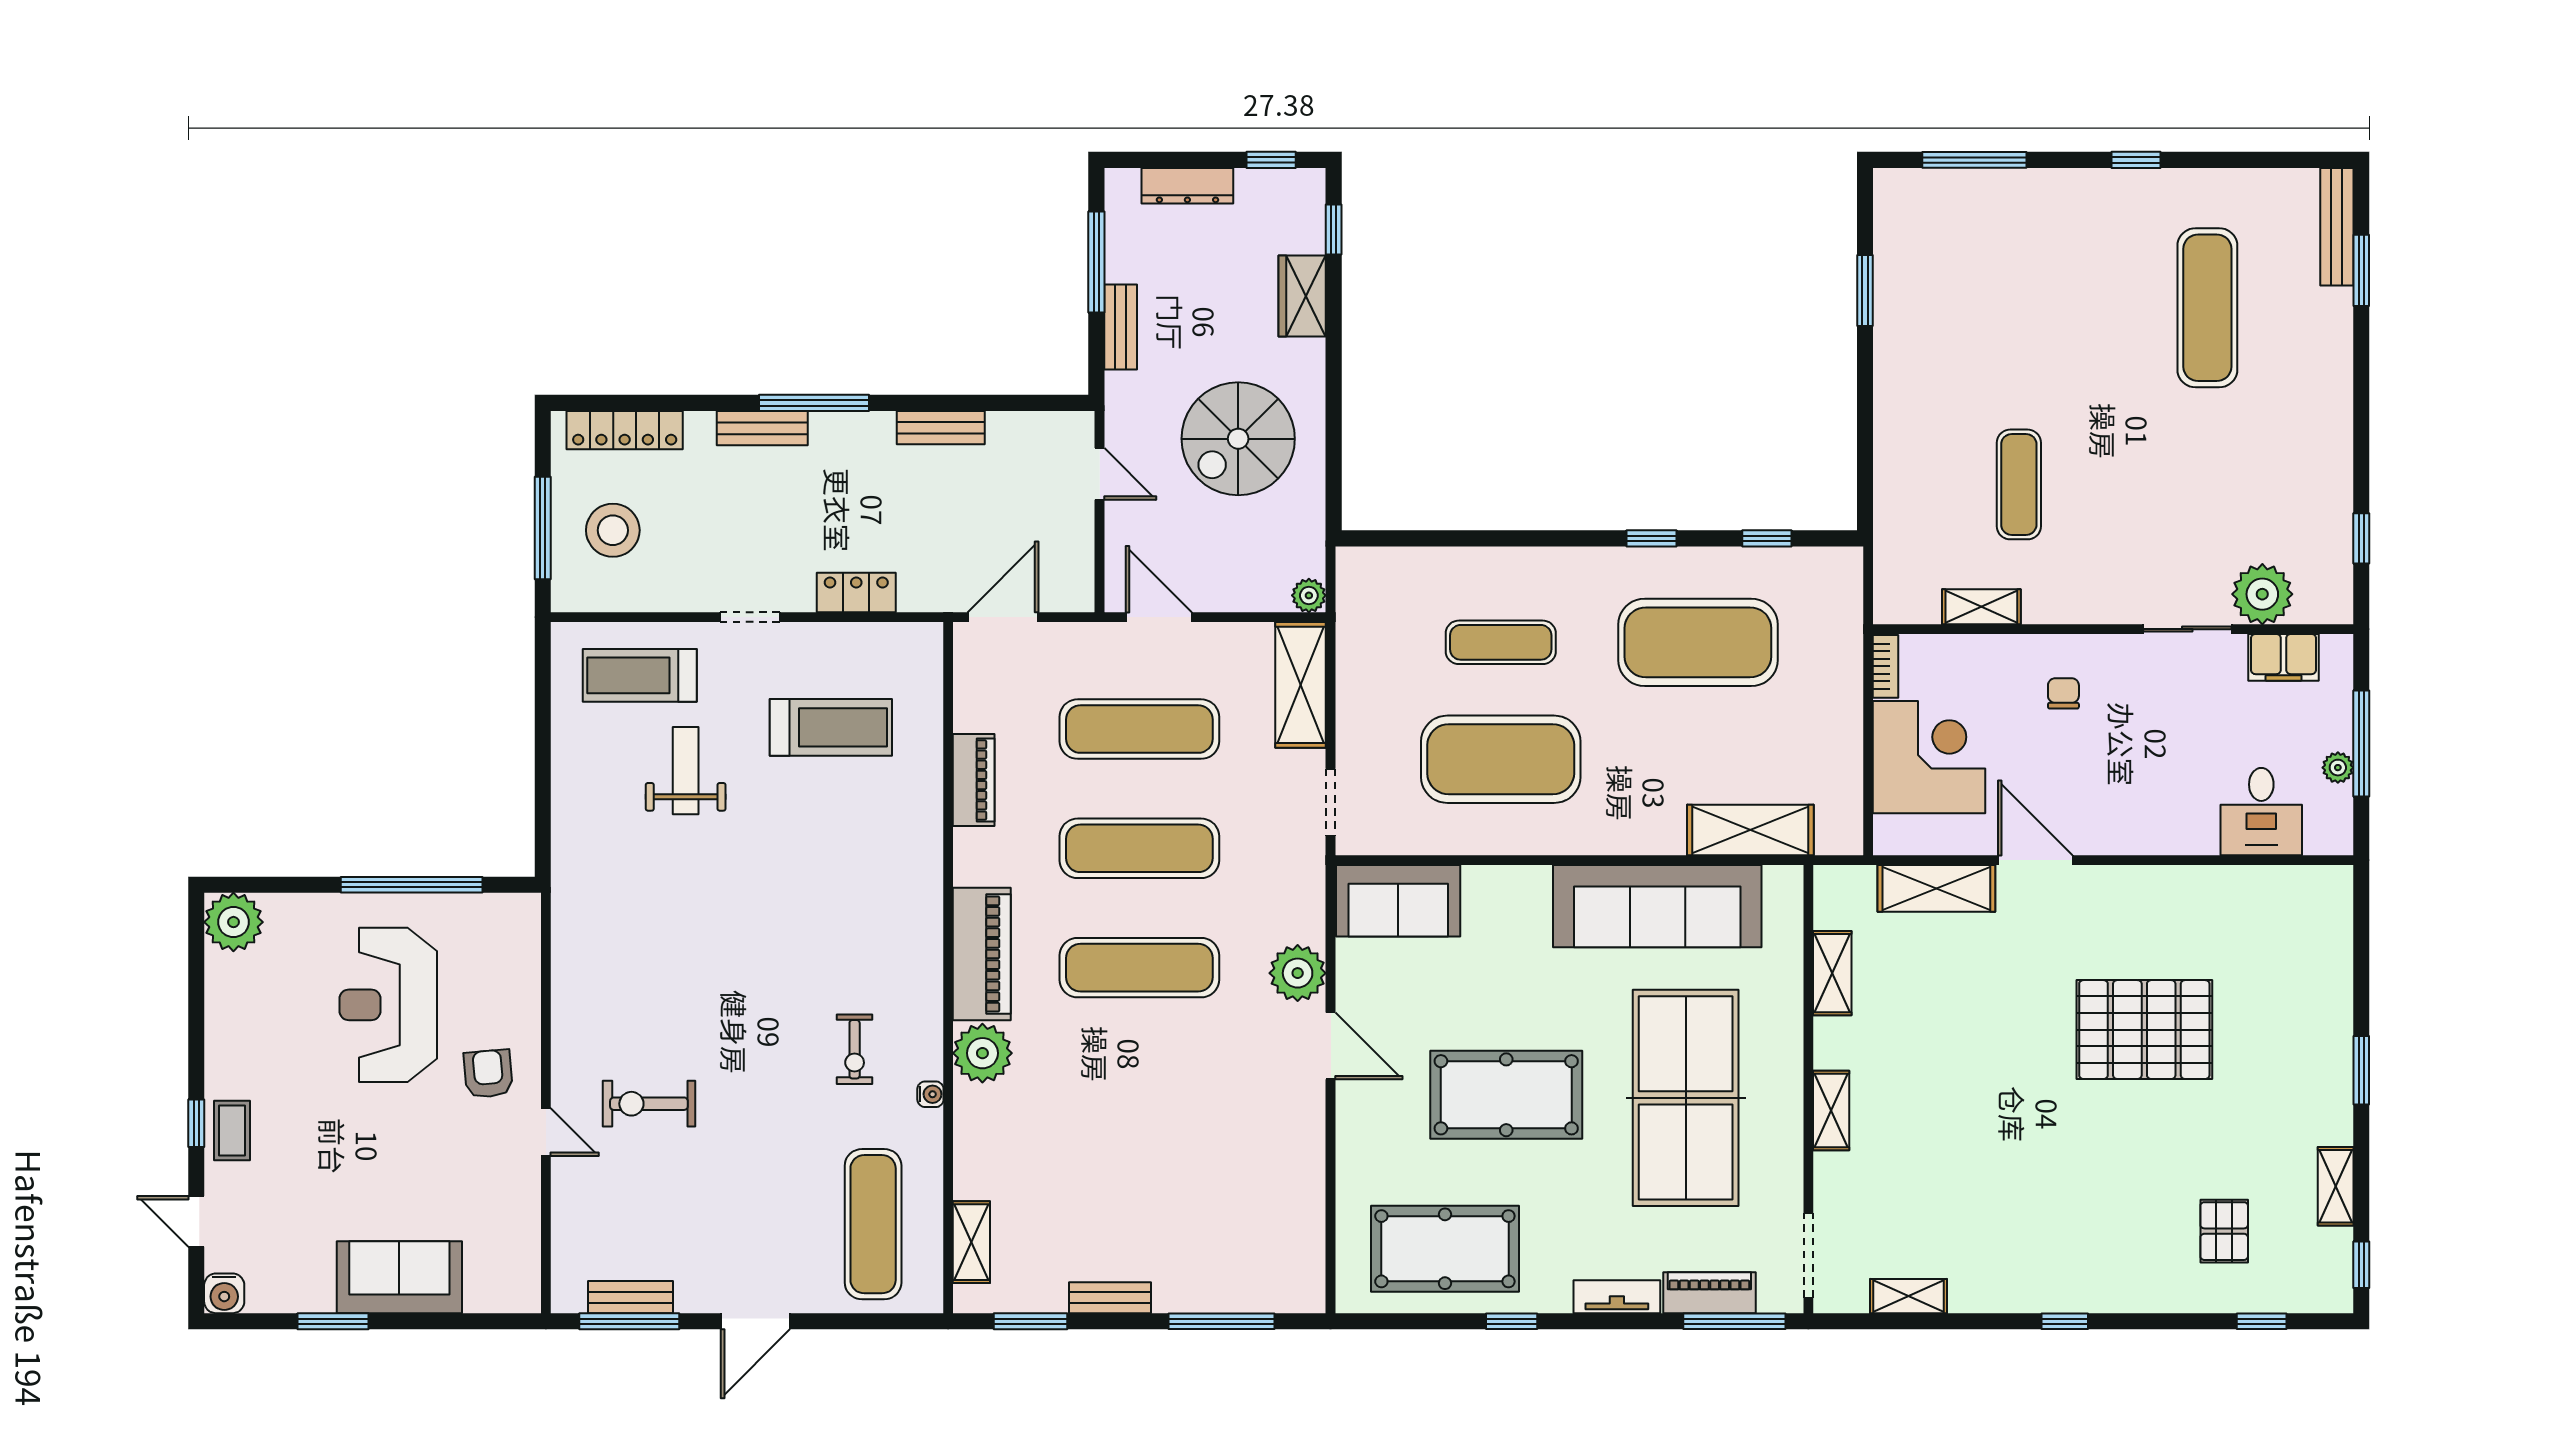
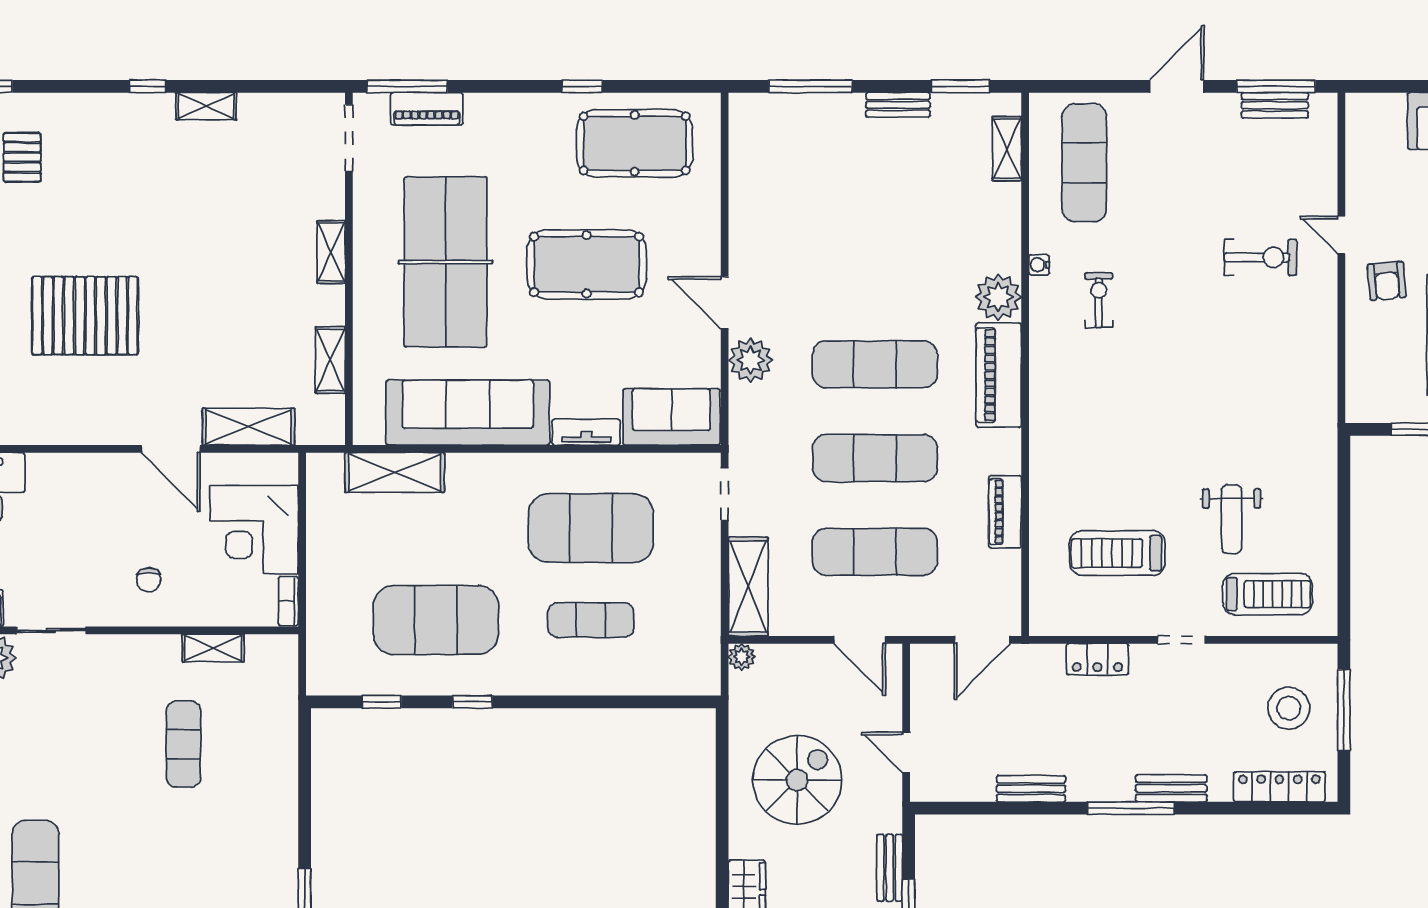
shelving: (1908, 1296) -> (206, 106), moved
tv unit: (1617, 1297) -> (586, 432), moved, turned 180

